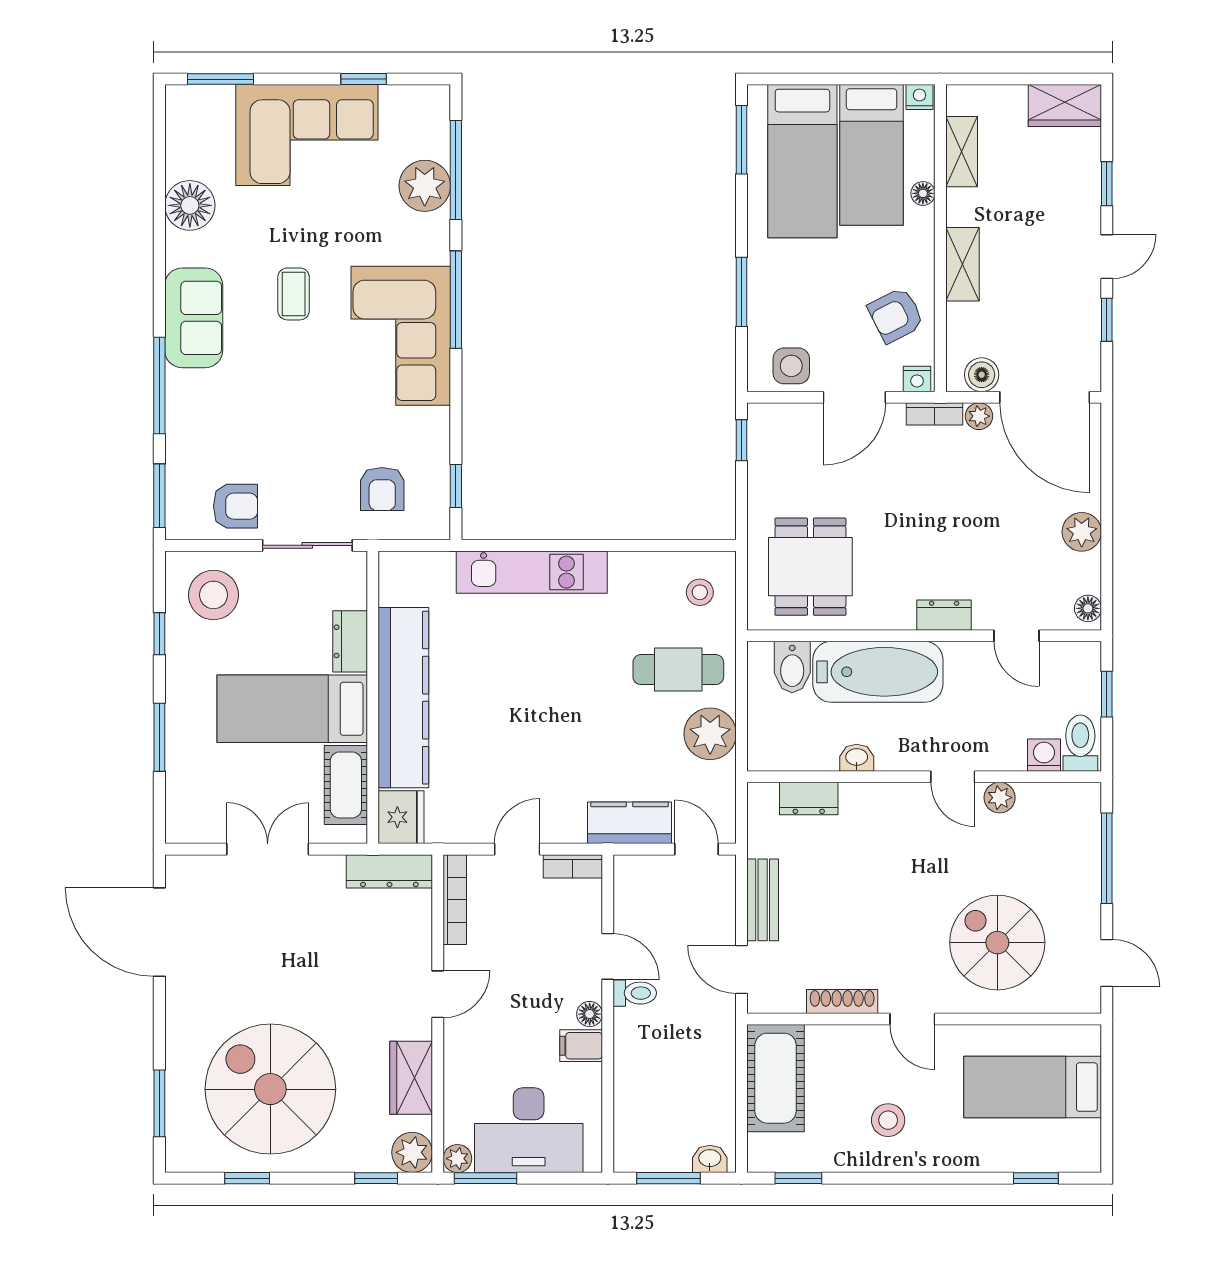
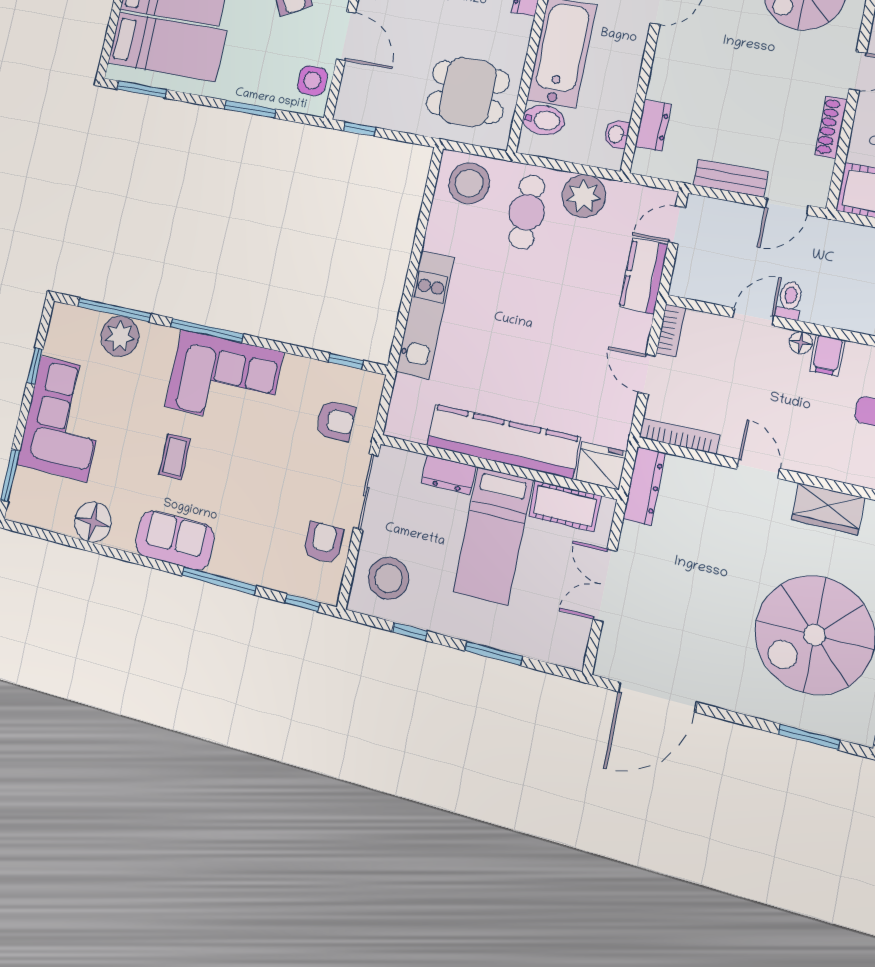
coffee table: (294, 294) -> (175, 457), turned 90
window: (159, 496) -> (302, 603), width x0.67
stool: (700, 592) -> (469, 183), width x1.89, depth x1.89
washbasin: (857, 758) -> (617, 134), moved

